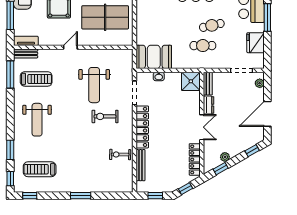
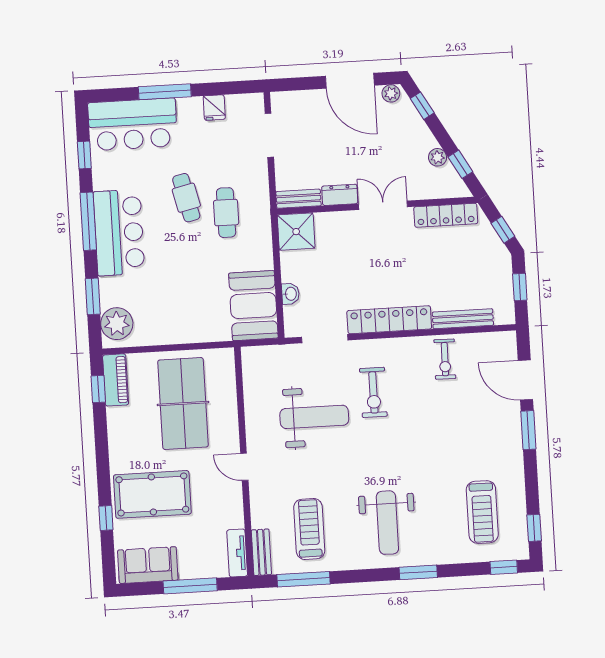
fridge: (255, 43) -> (214, 108), width x0.53, depth x0.75
plant: (260, 83) -> (391, 93), moved
weight bench: (37, 120) -> (387, 523), turned 90
window: (10, 150) -> (418, 572), moved
door: (107, 196) -> (525, 380), added

